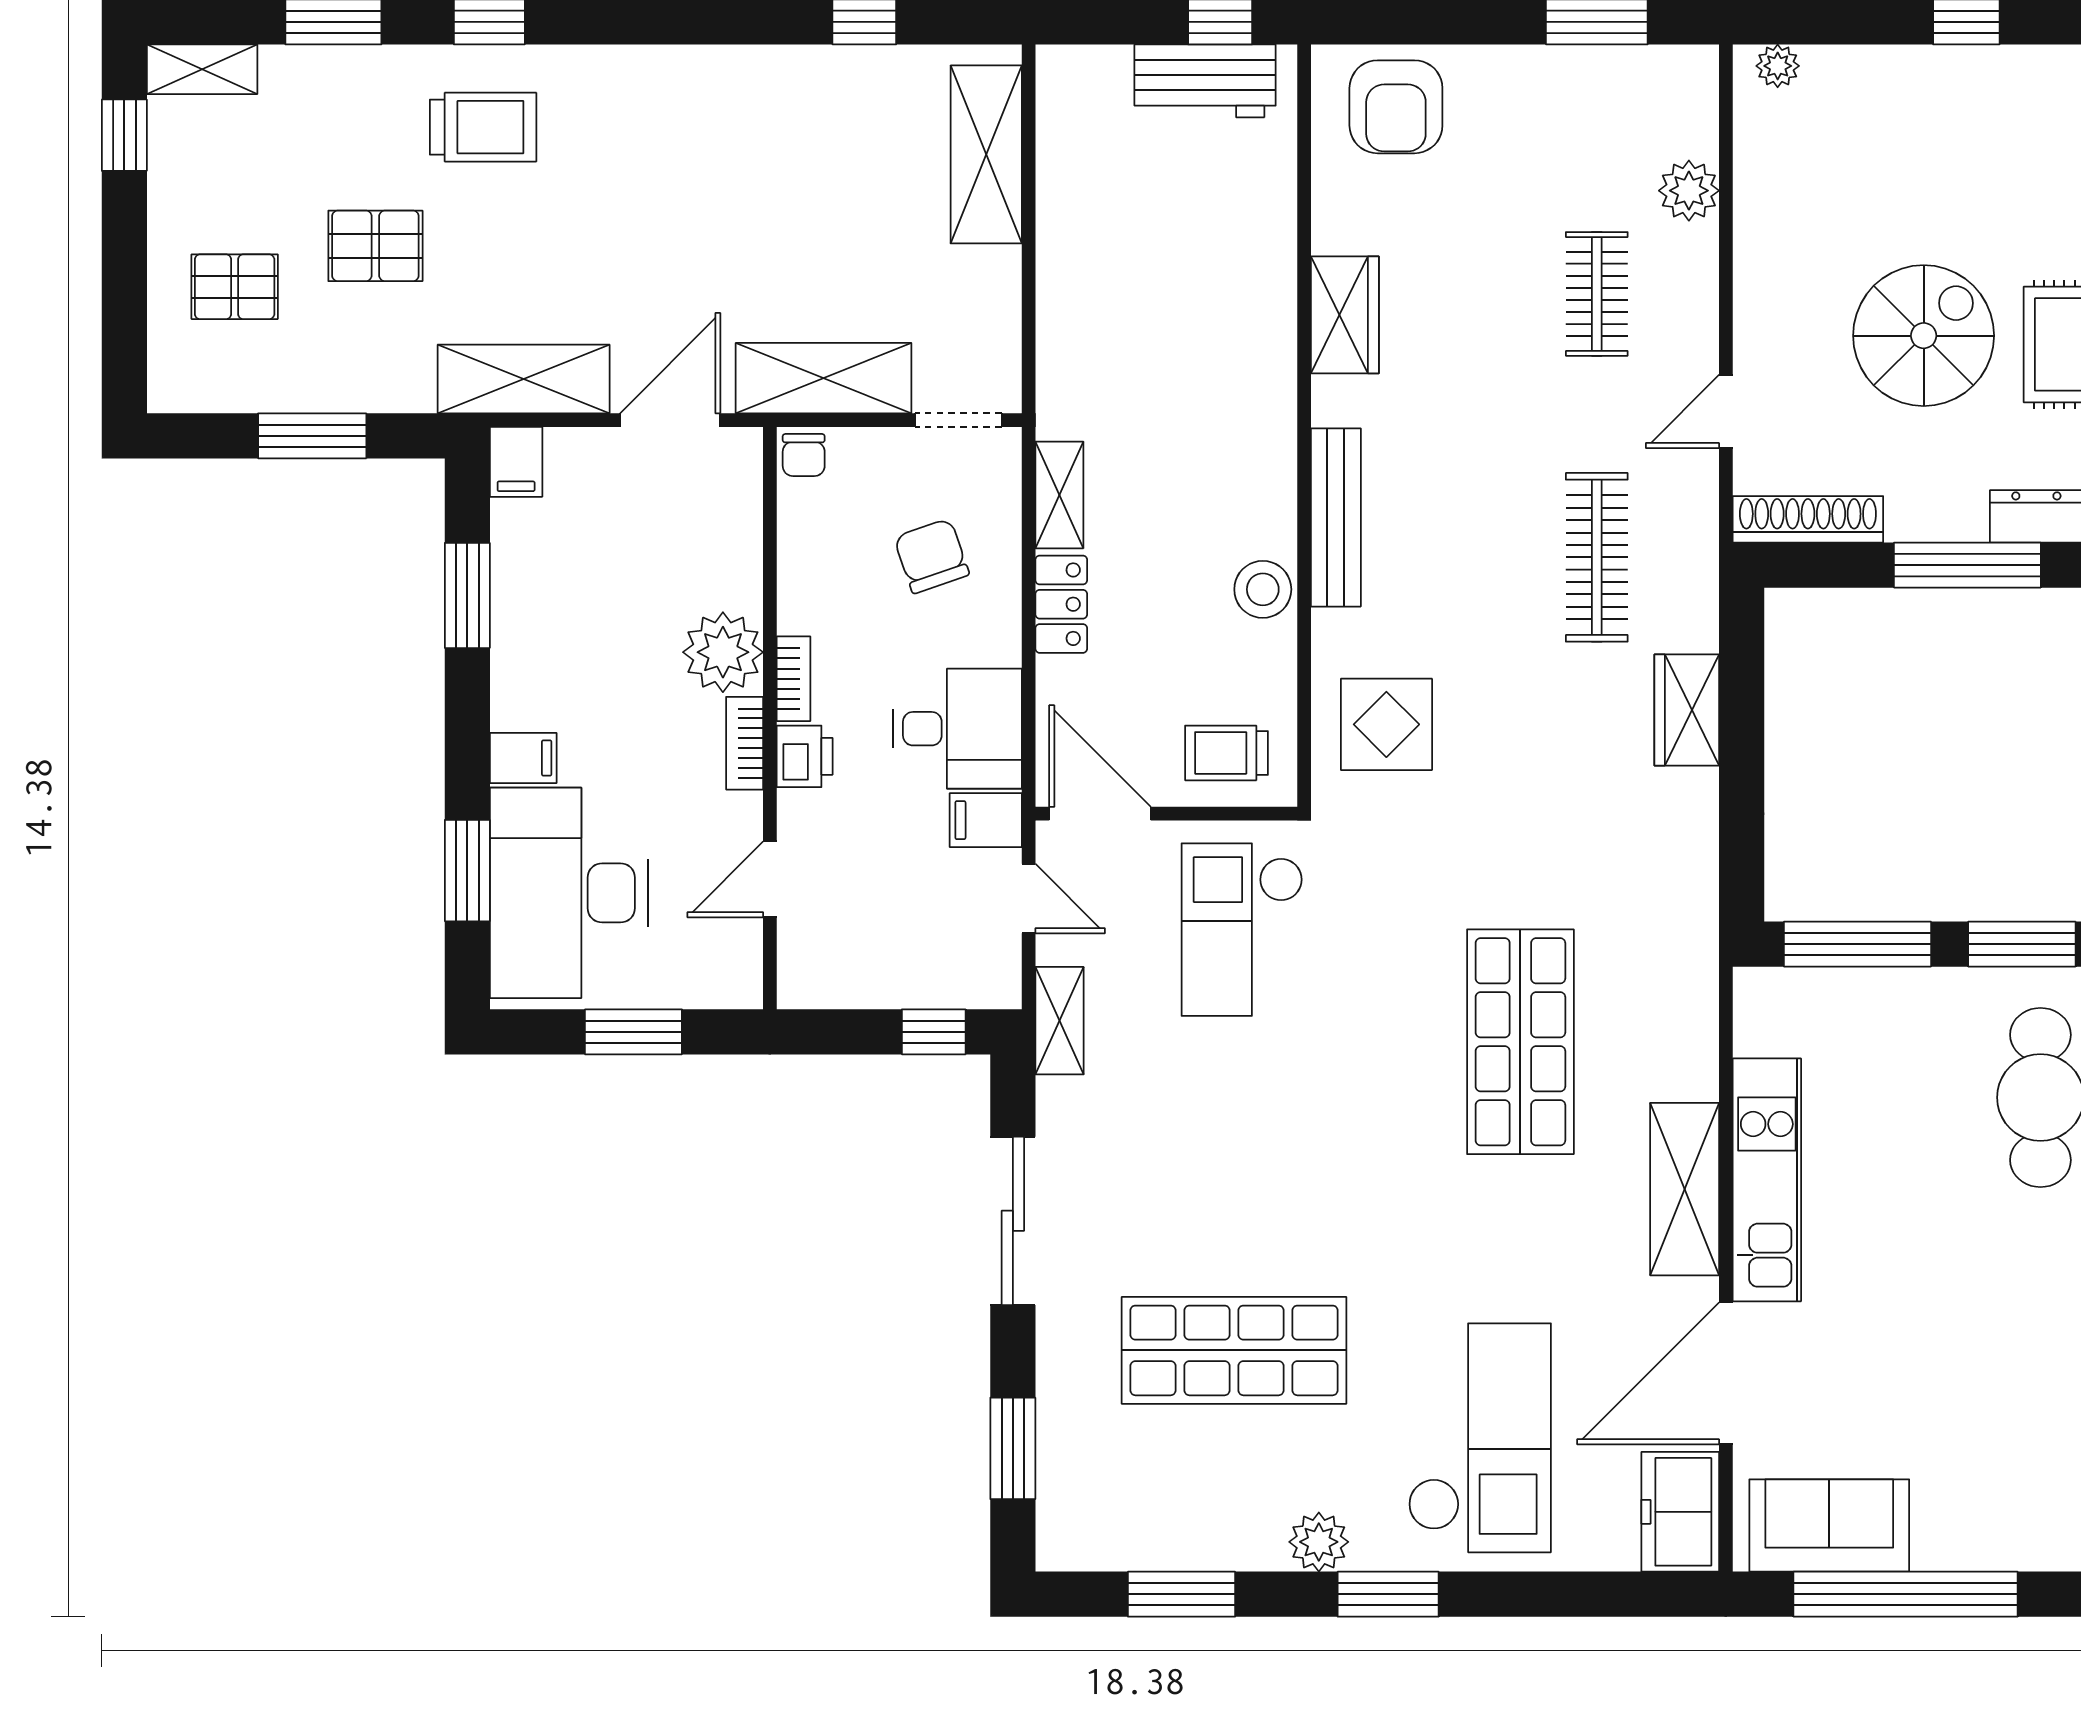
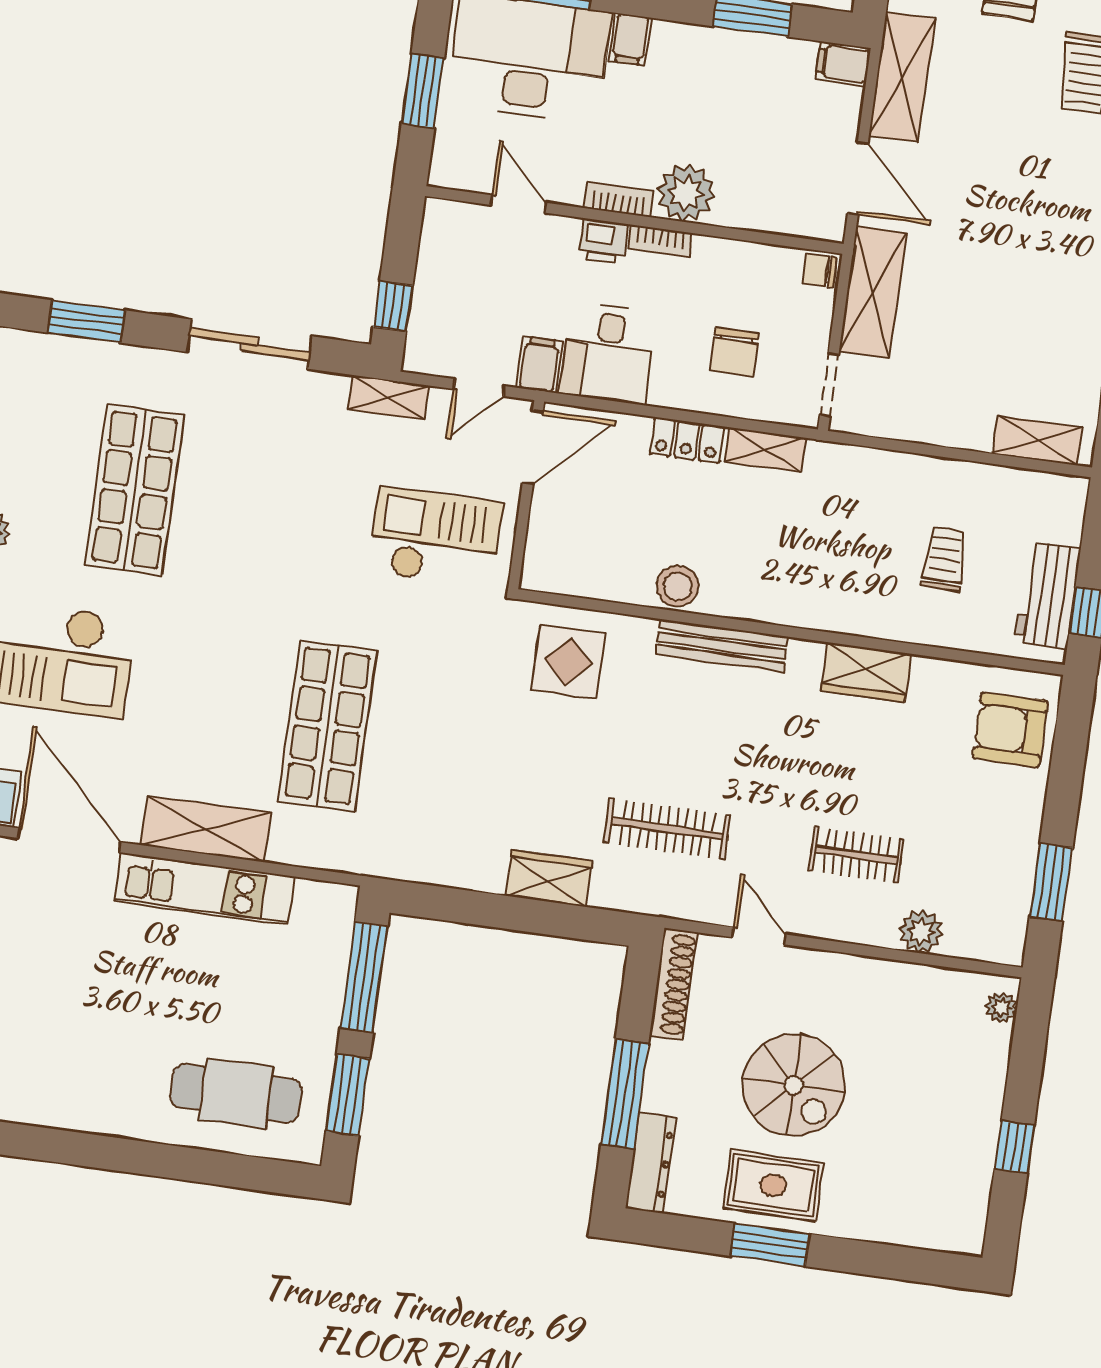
shelving: (986, 154) -> (1037, 440), width x0.67, depth x0.75
chair: (932, 556) -> (734, 352), turned 109
trolley: (1226, 753) -> (944, 559), moved
shop shelf: (1520, 1042) -> (328, 726), turned 90

